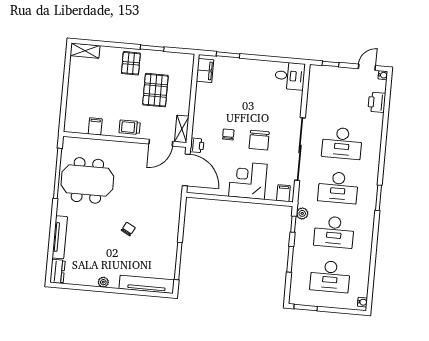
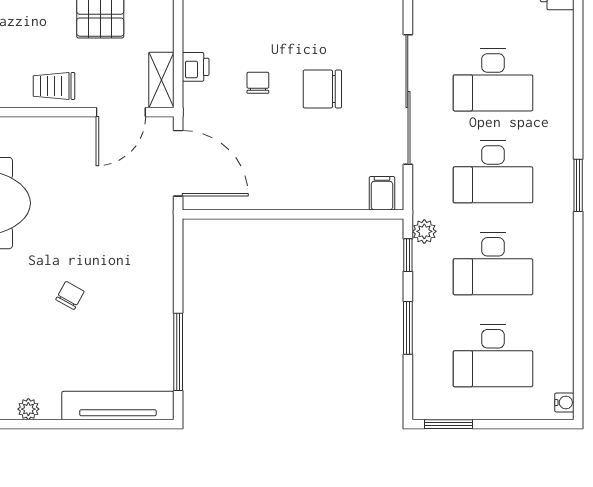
chair: (259, 140) -> (322, 89), turned 90
printer: (197, 145) -> (196, 67), moved
corner desk: (248, 180) -> (307, 173), removed

